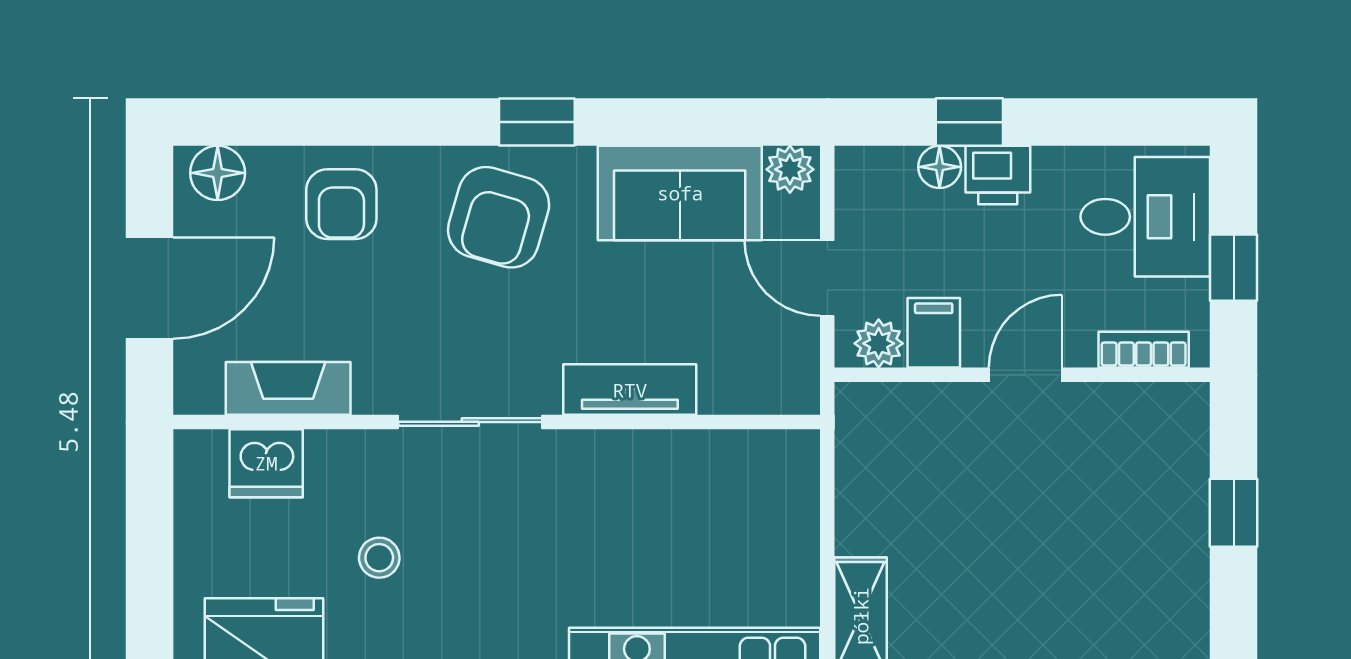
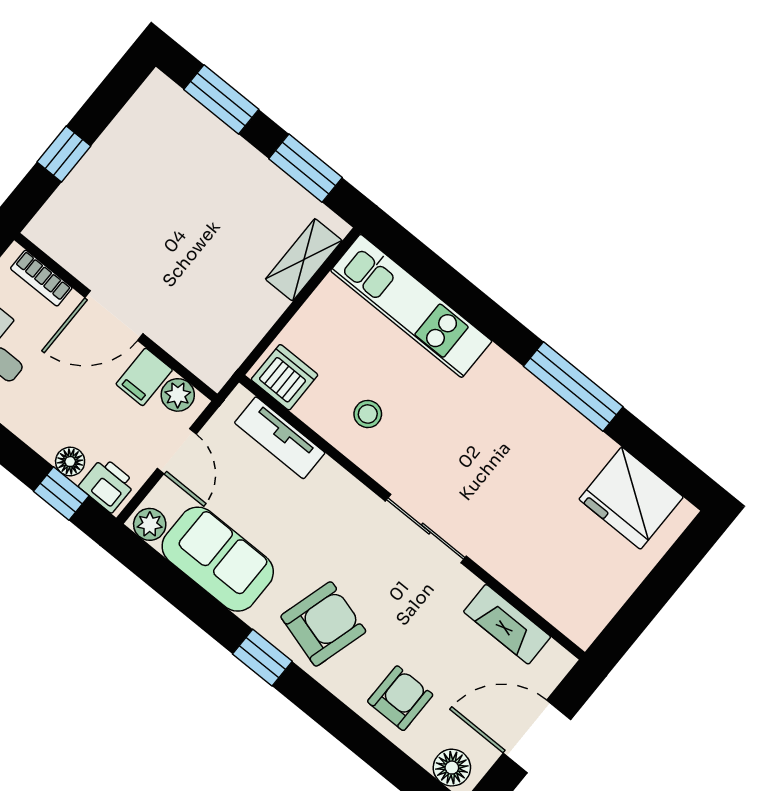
window: (969, 122) -> (61, 493), moved
printer: (998, 175) -> (107, 485), moved
door: (1025, 375) -> (114, 316), width x1.38
tv unit: (630, 390) -> (280, 438), moved
dishwasher: (266, 463) -> (285, 377), moved
stool: (379, 558) -> (368, 414), moved

